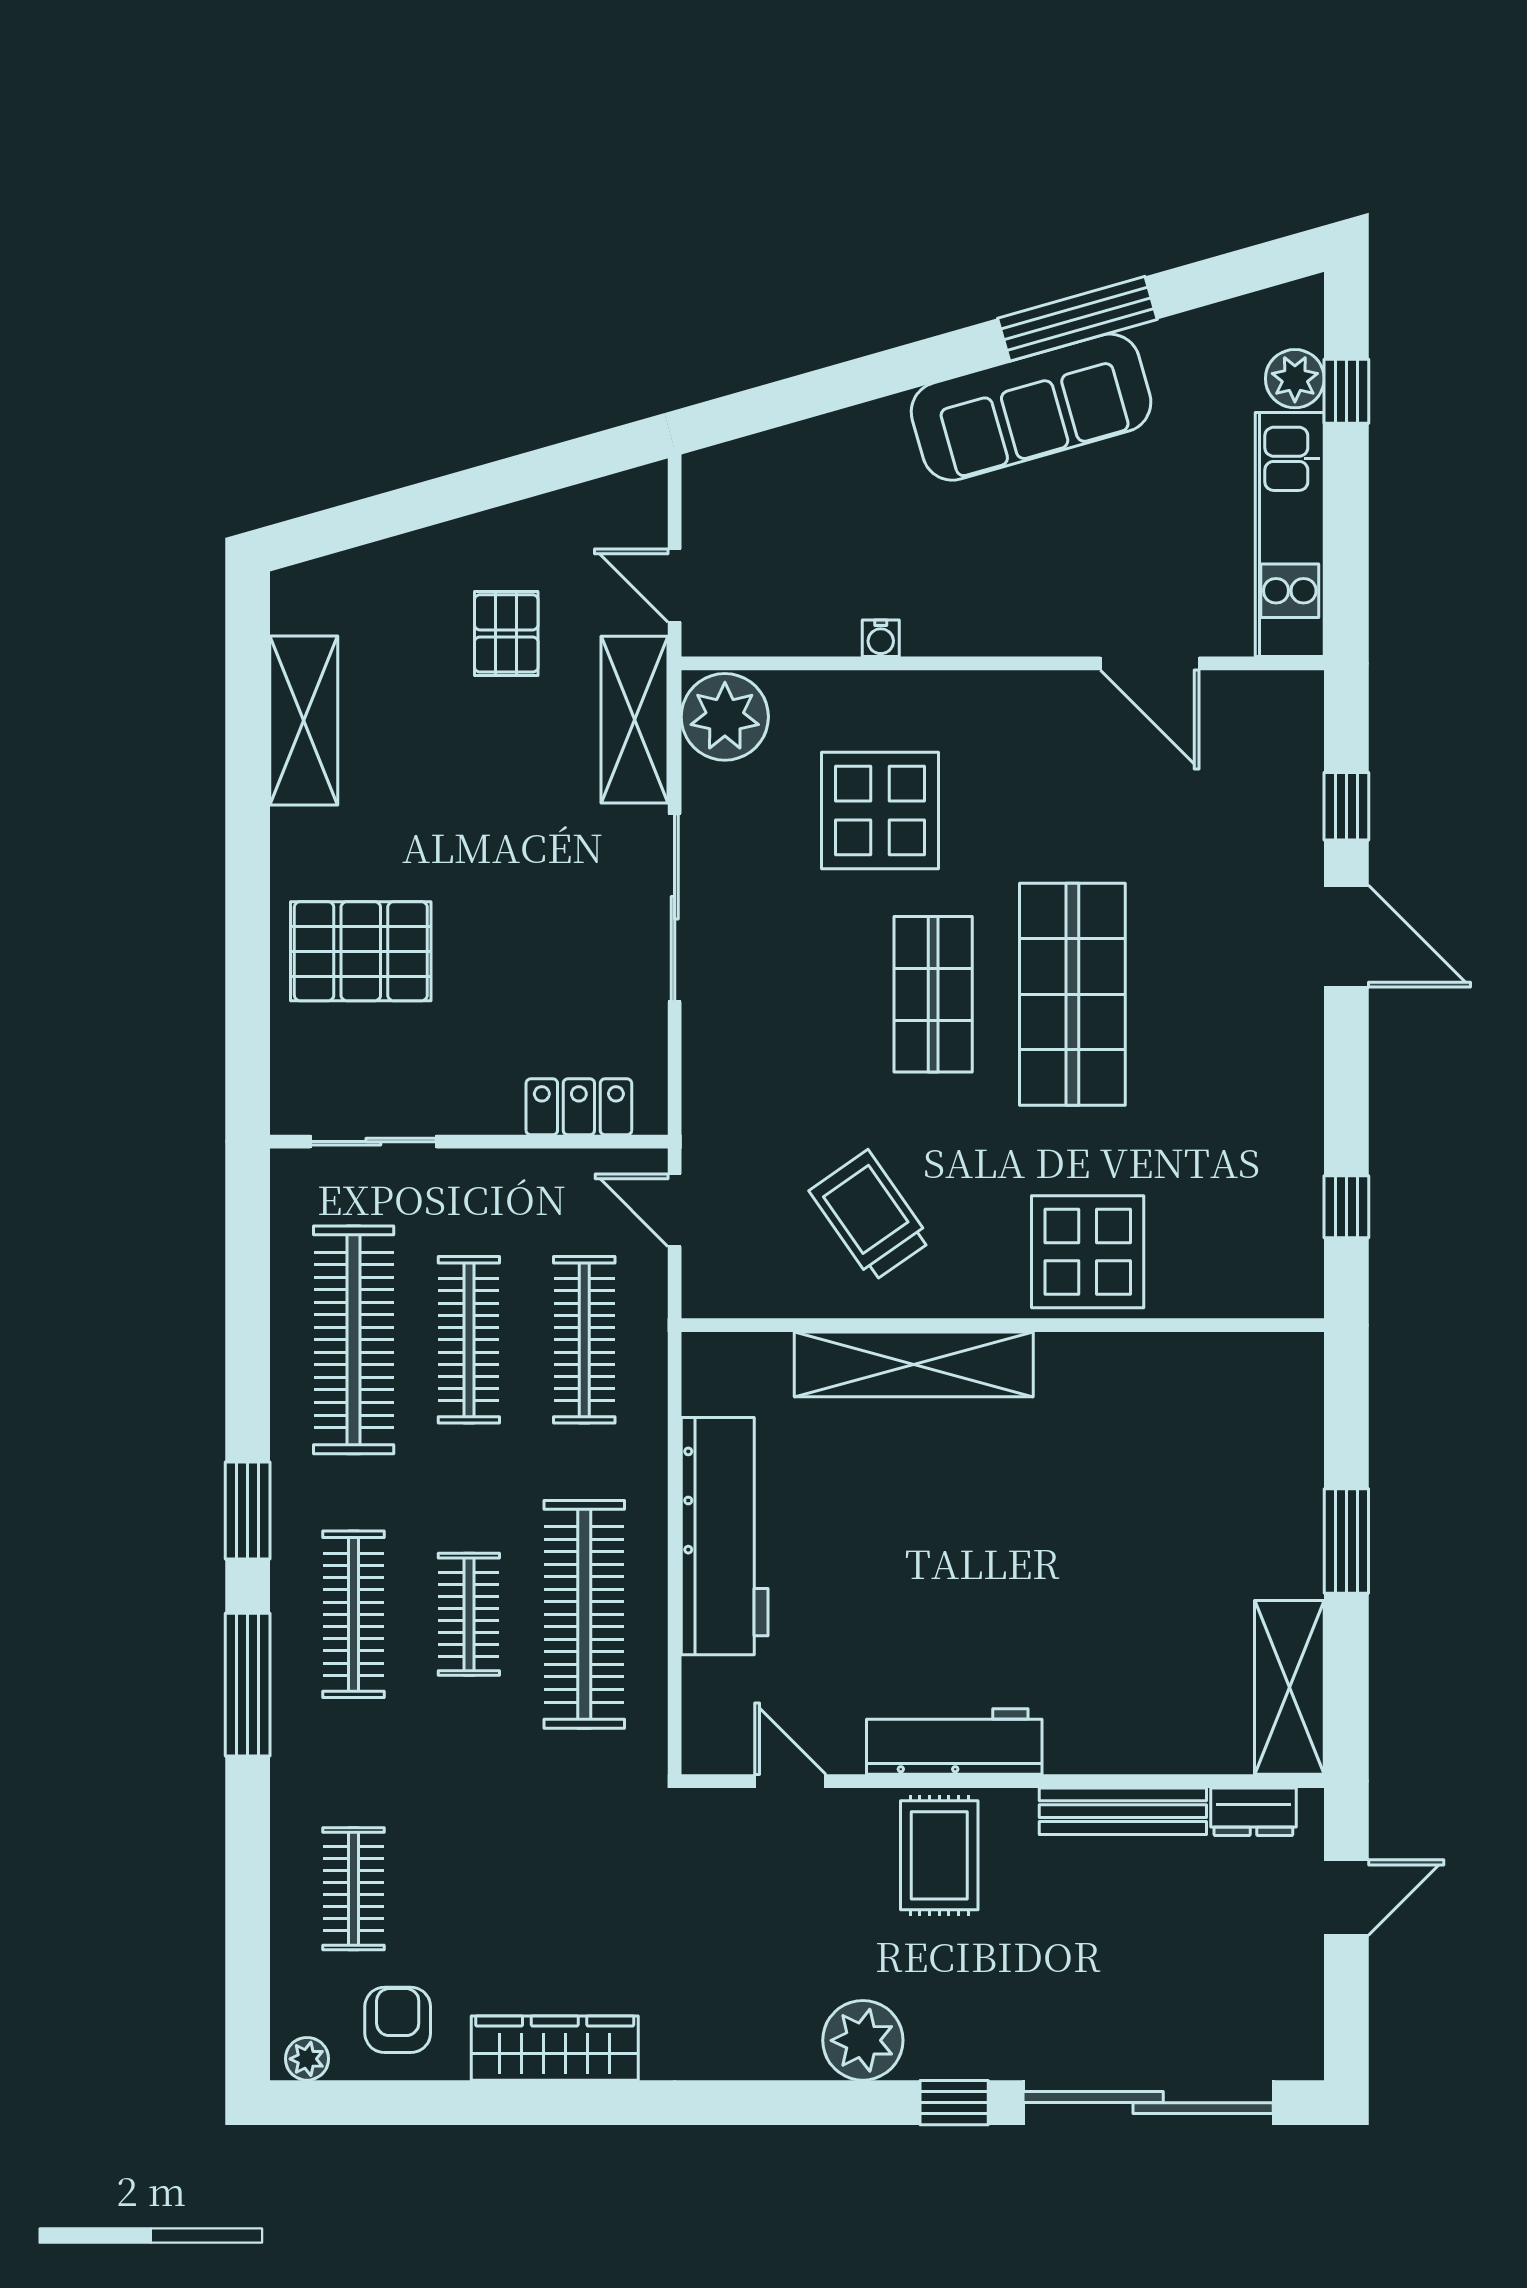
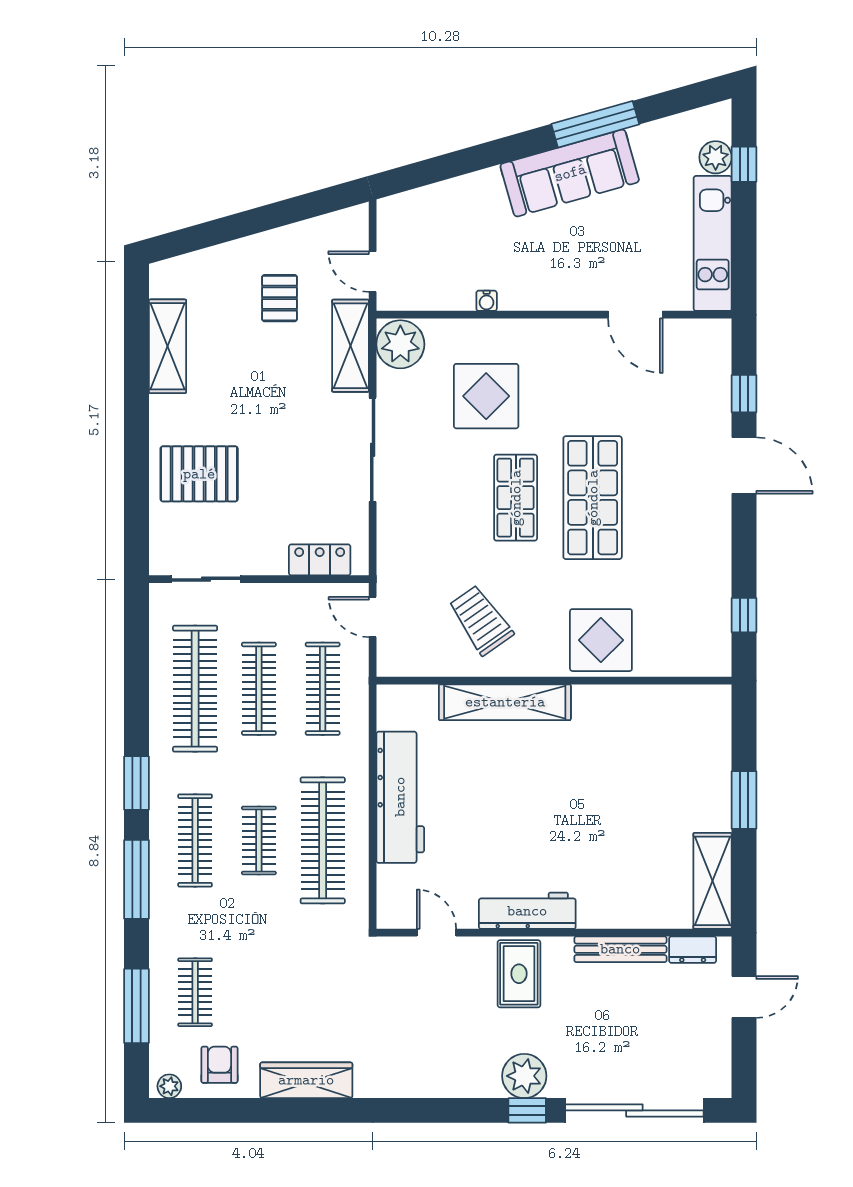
window: (248, 1914) -> (136, 1006), added
plant: (863, 2040) -> (524, 1076), moved

